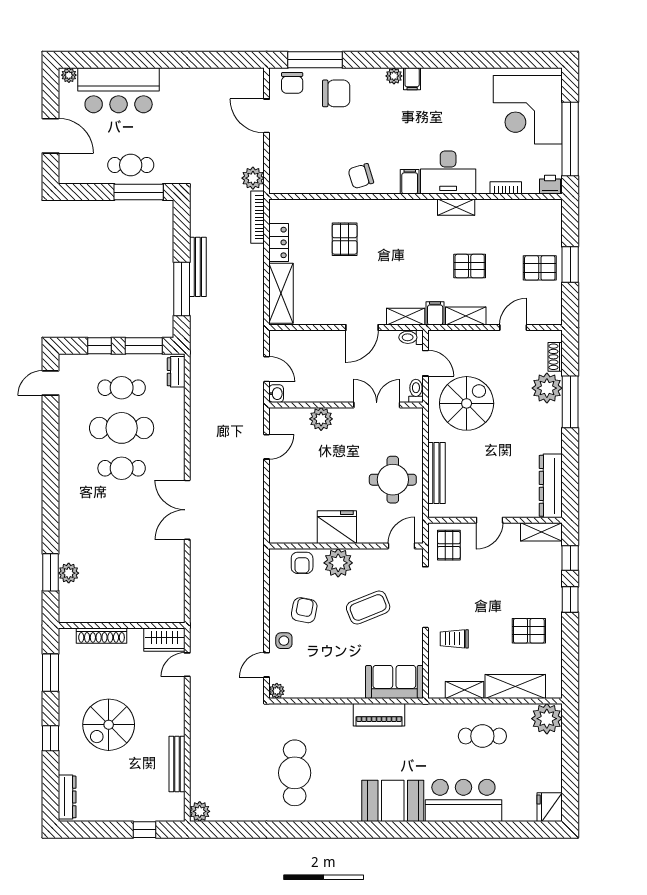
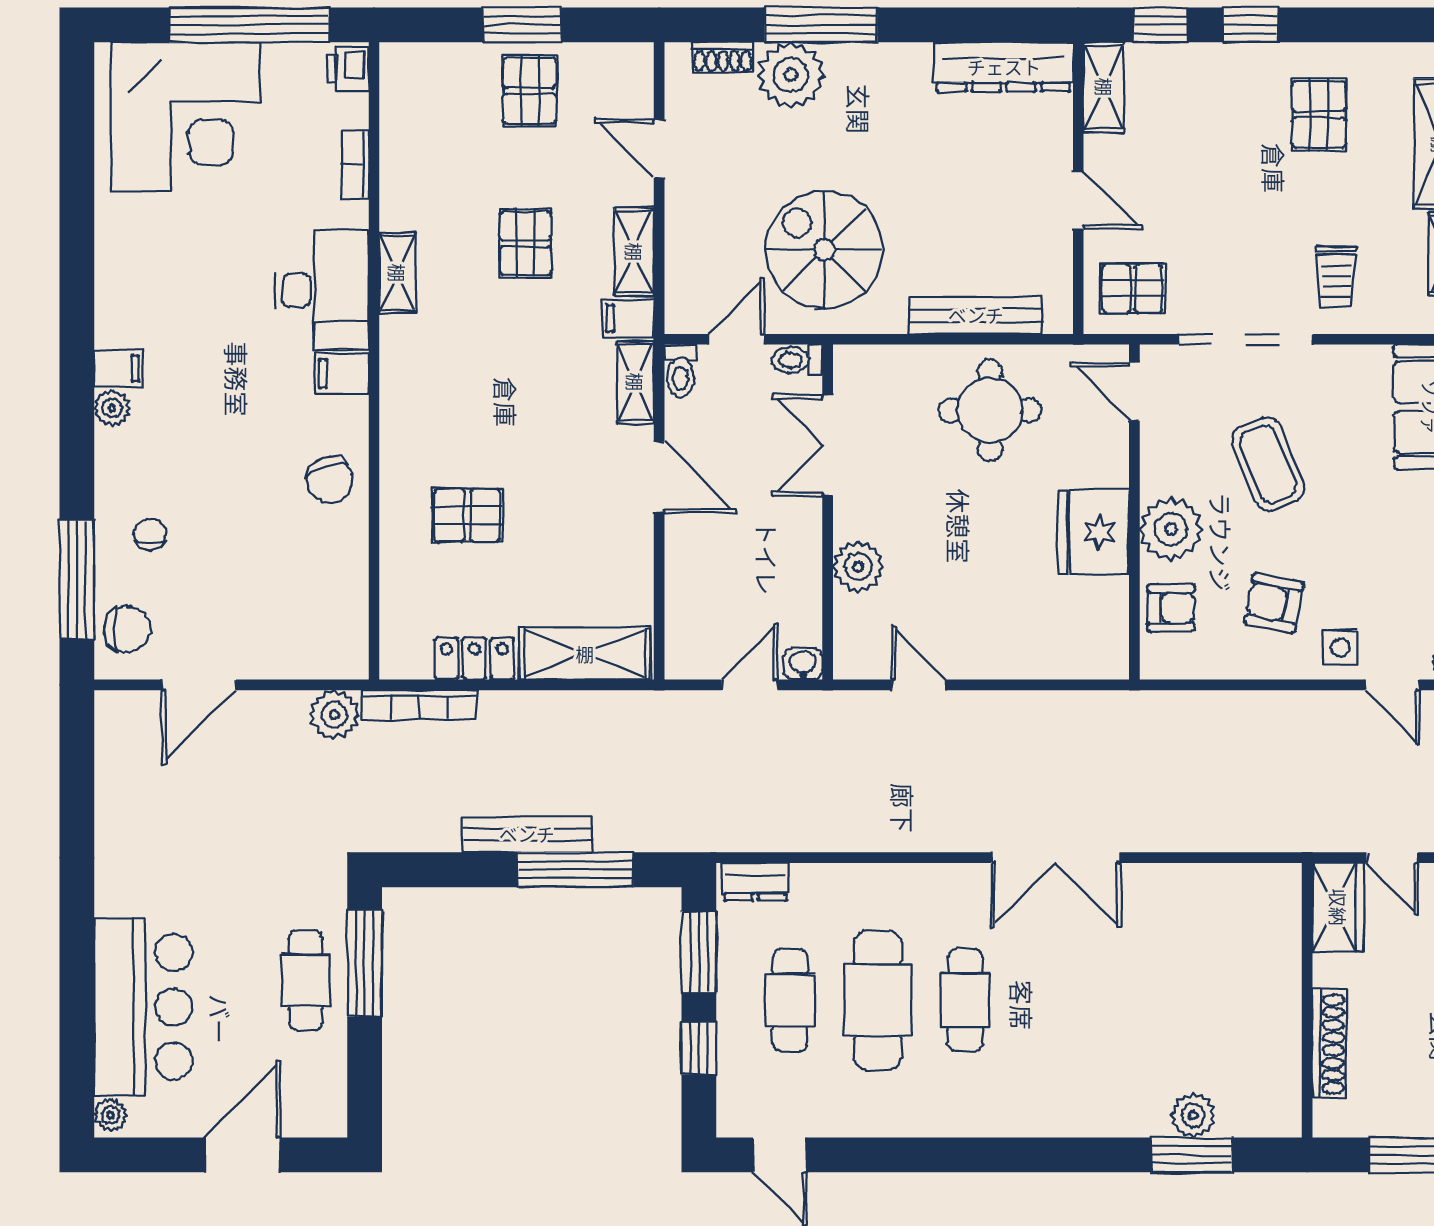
chair: (336, 93) -> (150, 534), width x0.54, depth x0.54

